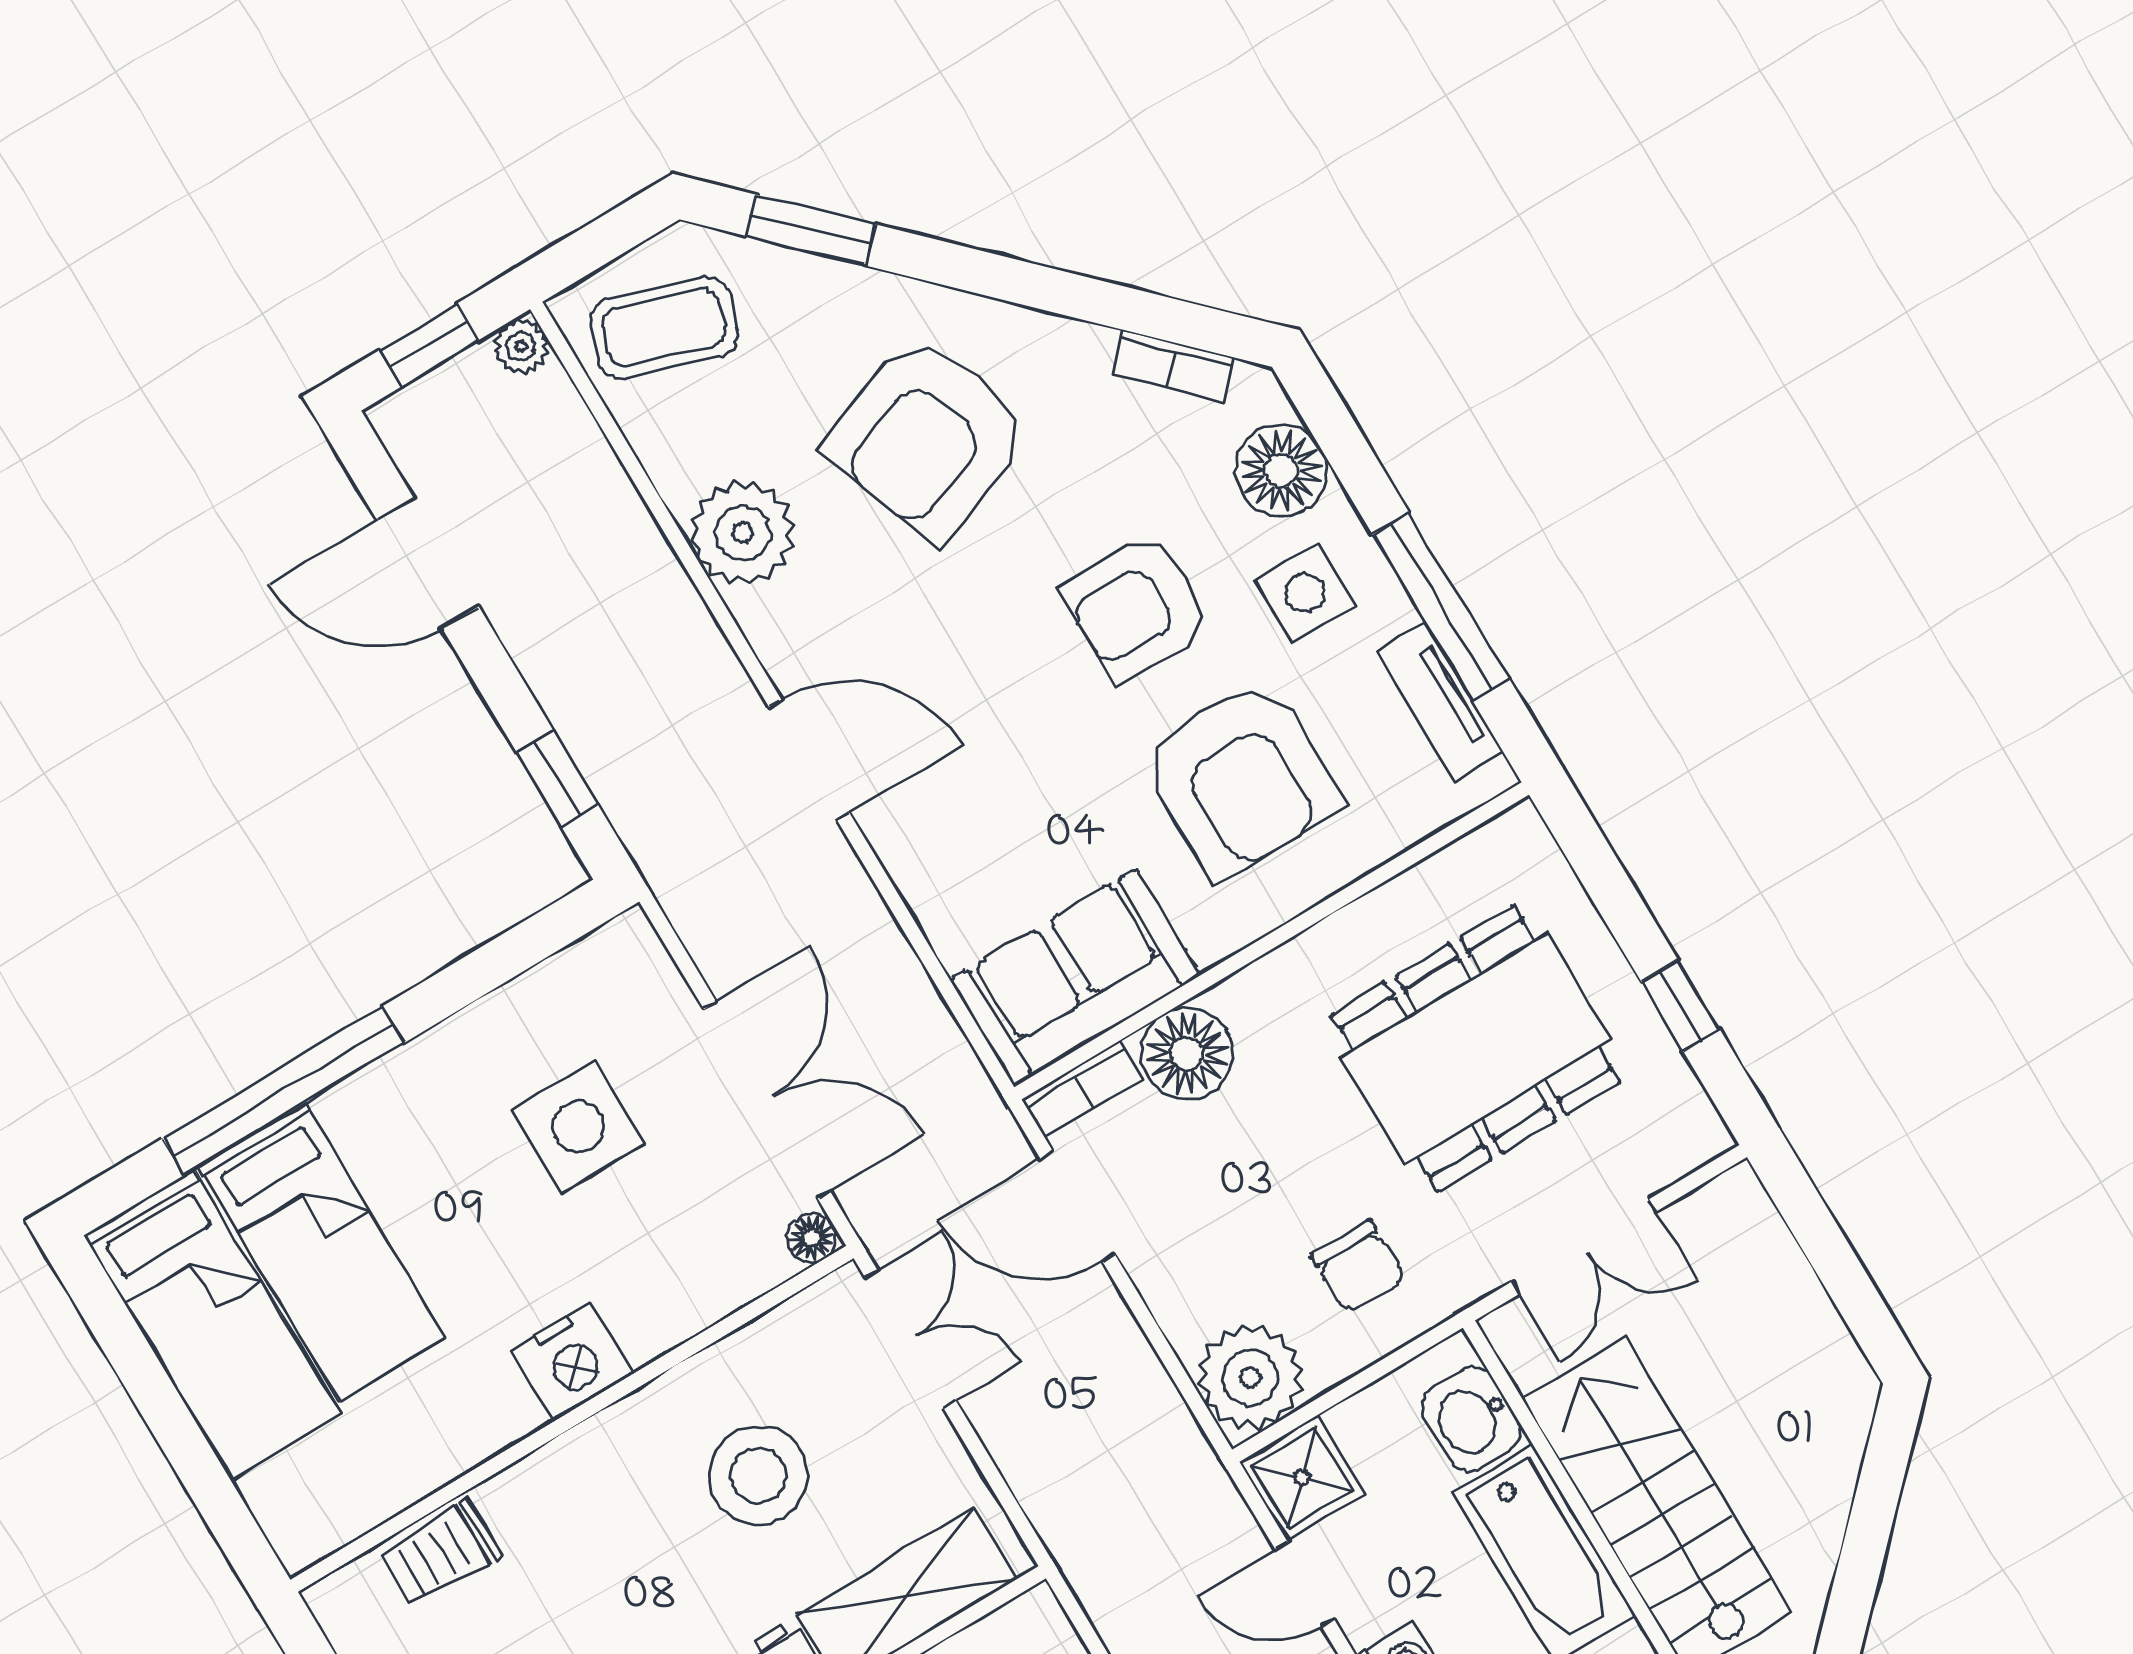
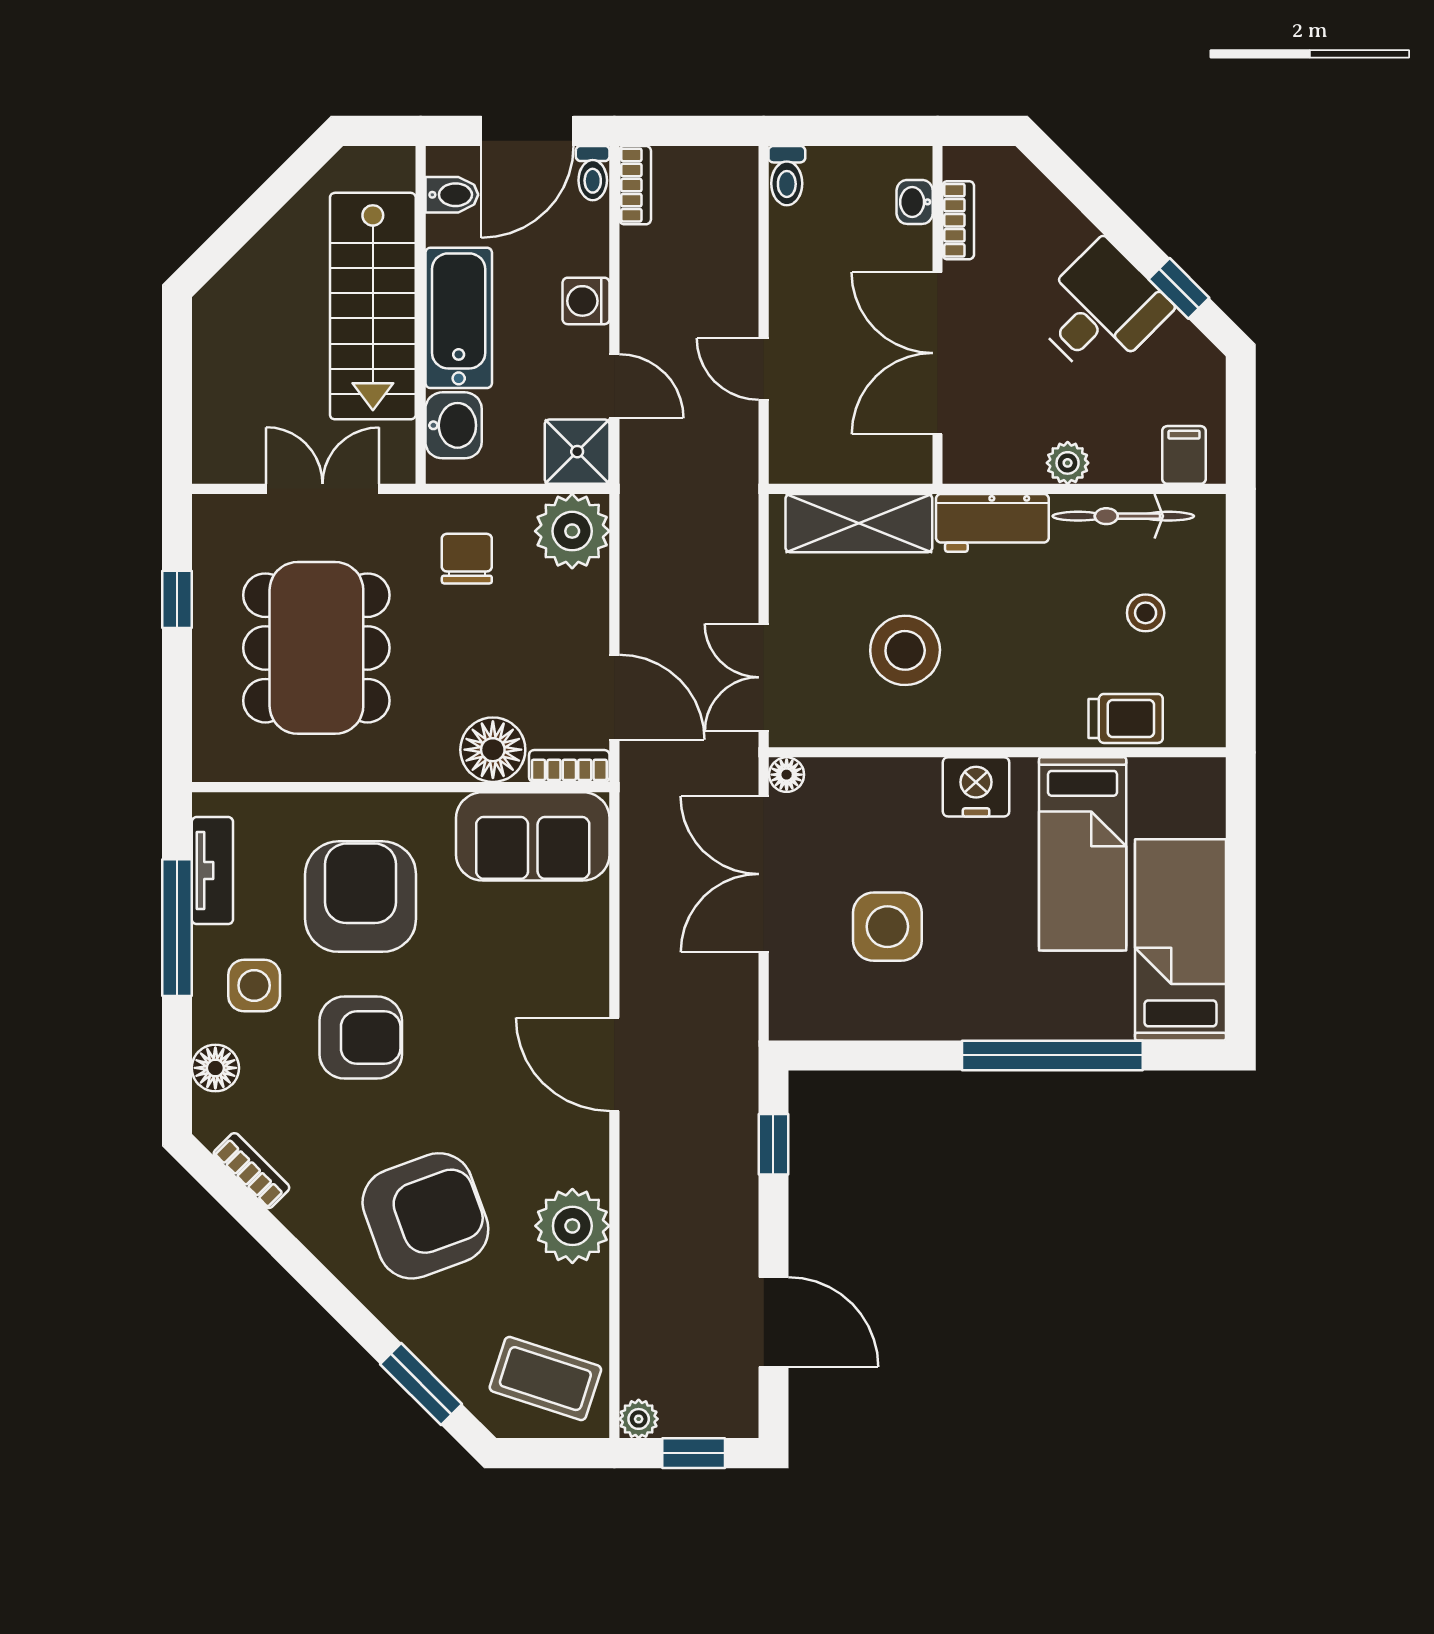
floor lamp: (1281, 470) -> (215, 1068), width x0.73, depth x0.73
dining table: (1476, 1048) -> (316, 648), turned 90
bed: (322, 1252) -> (1083, 854), moved, turned 180

